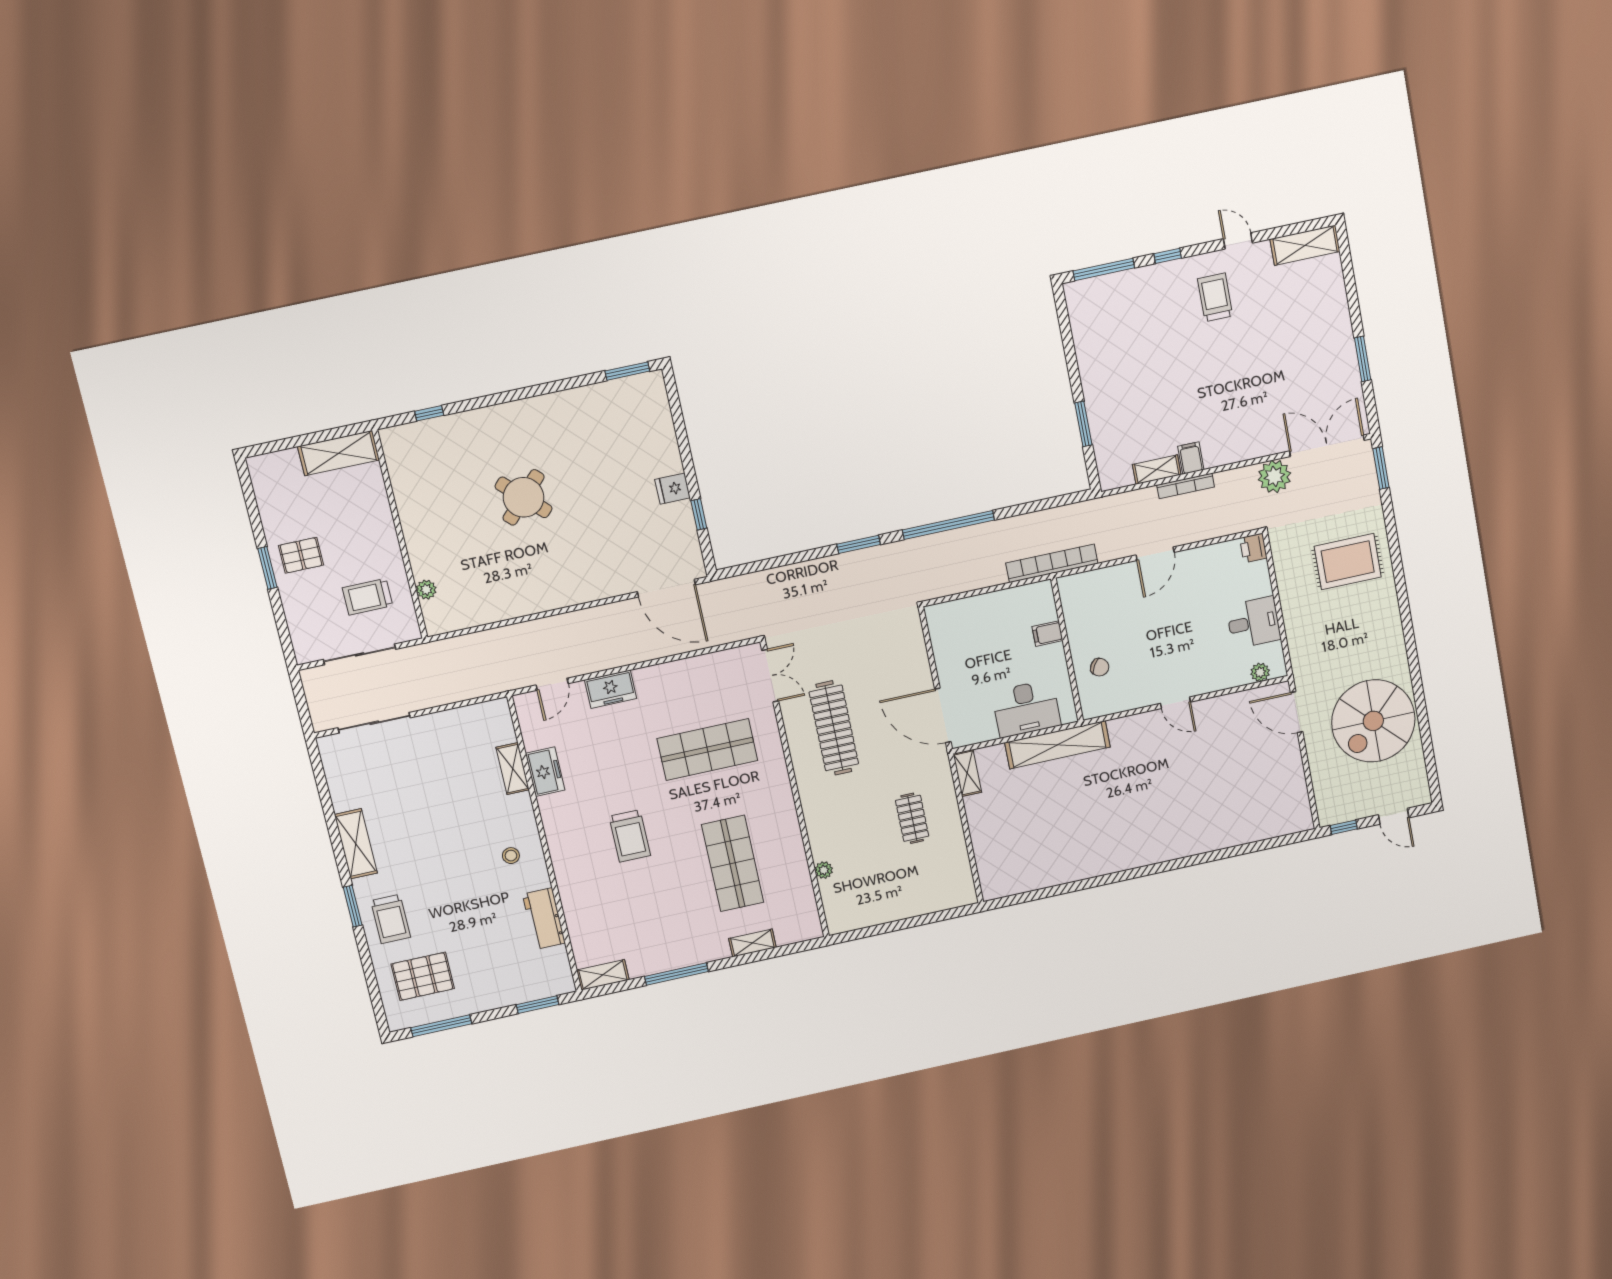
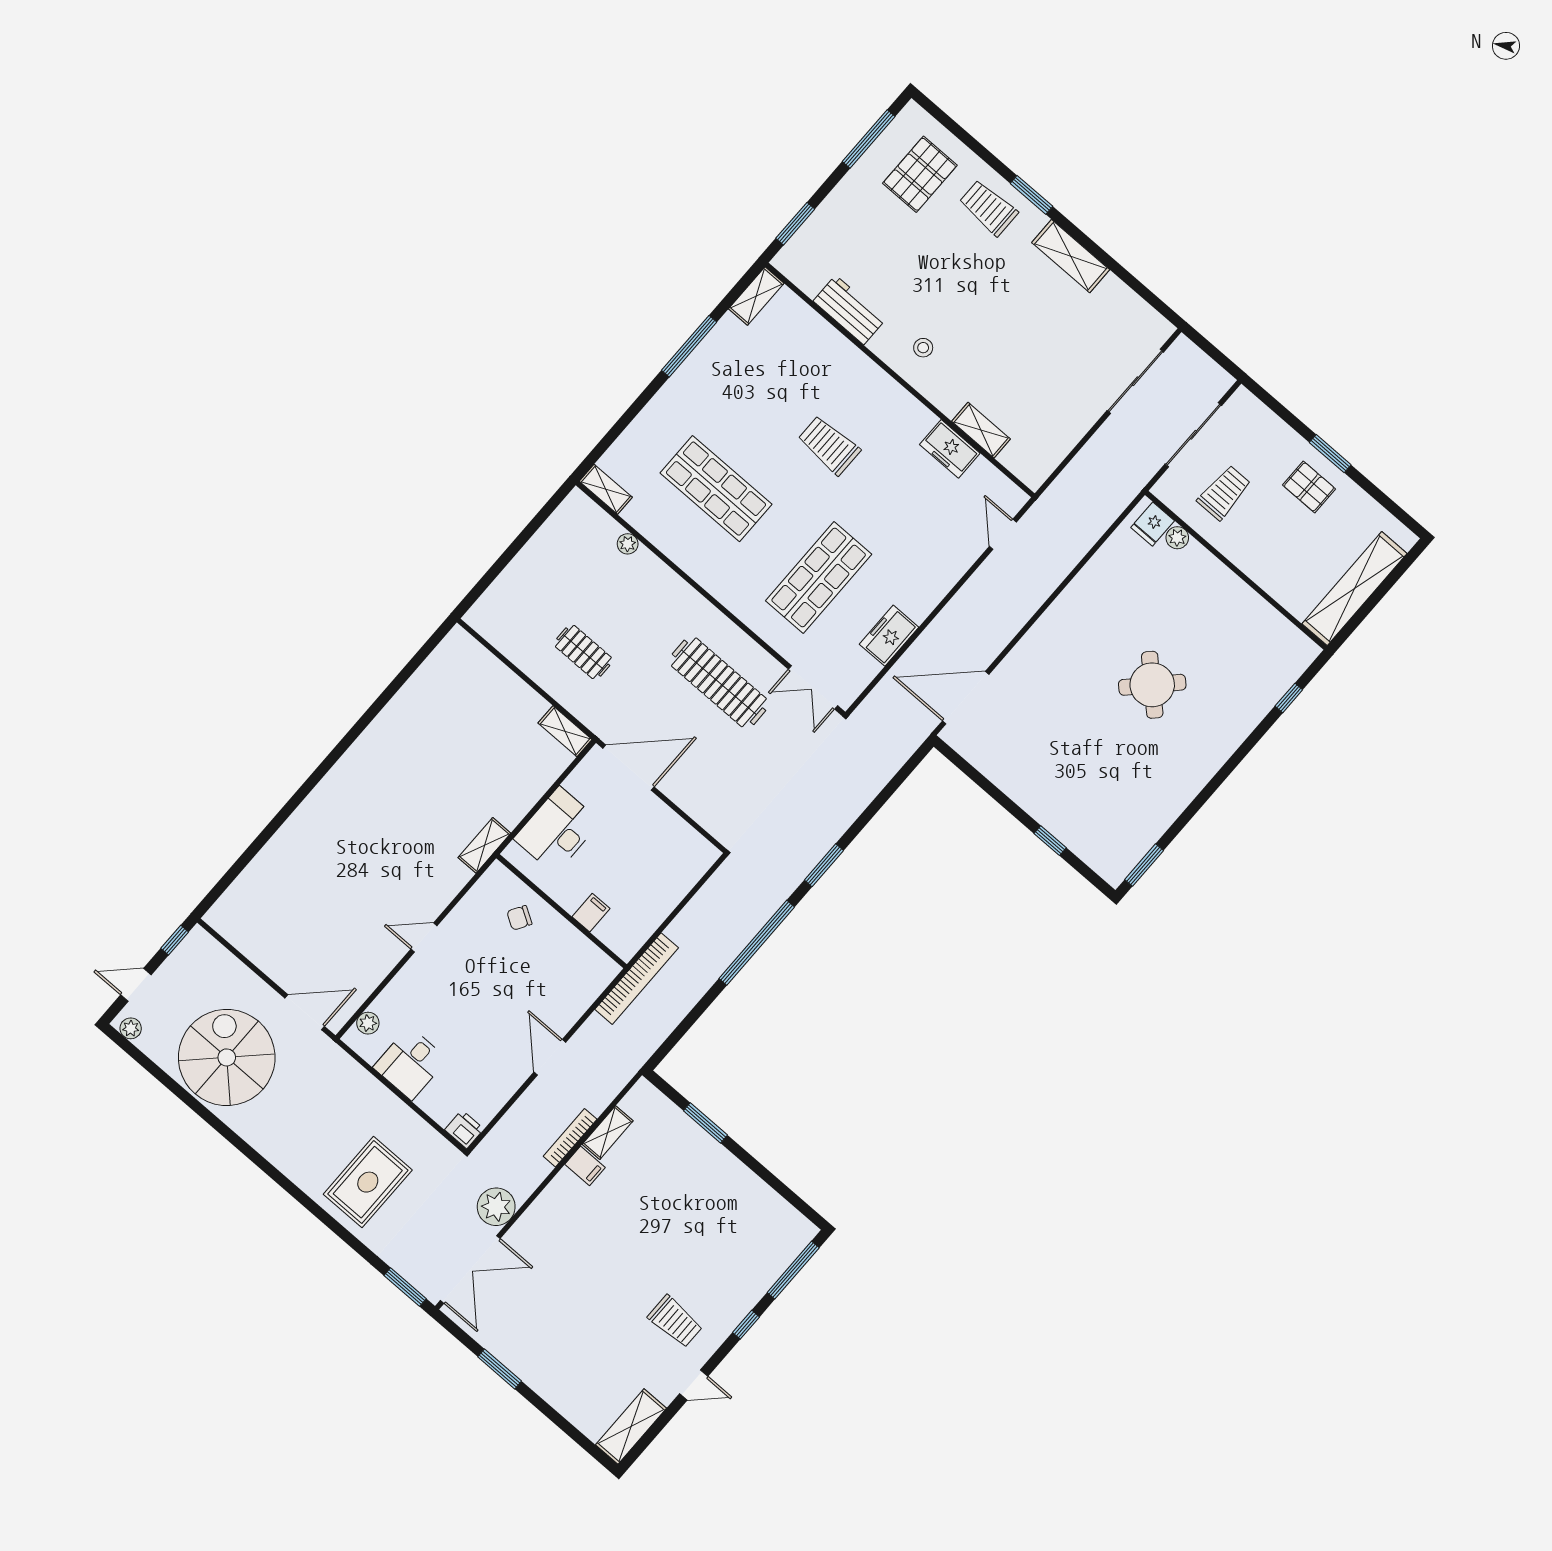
shelving: (339, 453) -> (1355, 589), width x1.47
fridge: (673, 489) -> (1153, 524), moved, turned 180
window: (699, 514) -> (1050, 841), moved
pallet: (301, 555) -> (1309, 487), turned 90
freezer: (611, 689) -> (889, 636), moved
shelving: (1058, 745) -> (484, 845), width x0.45, depth x0.75
plant: (1421, 789) -> (131, 1028), added
shelving: (752, 943) -> (606, 489), moved, turned 90

